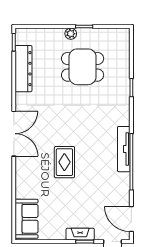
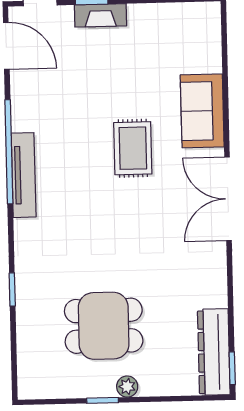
dresser: (24, 69) -> (214, 352), moved
sofa: (27, 219) -> (202, 111), moved

